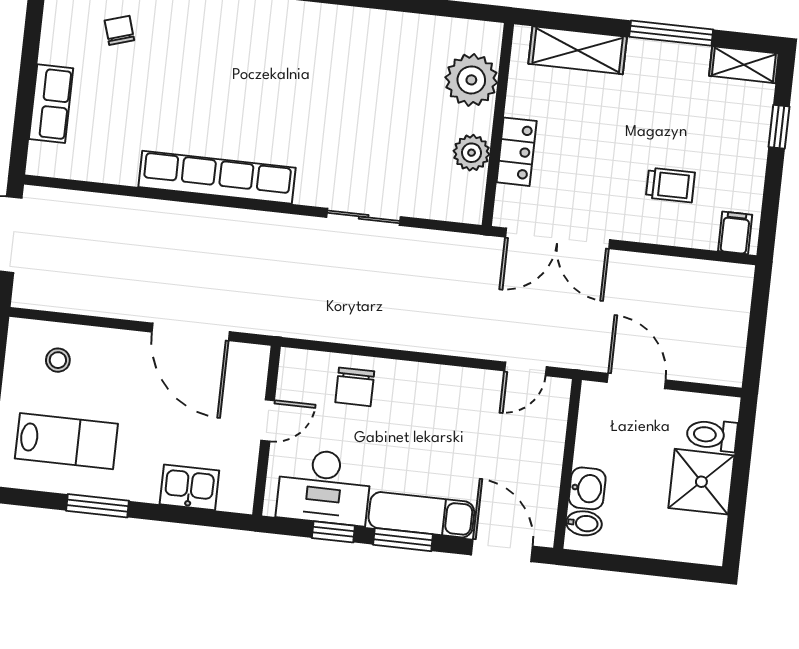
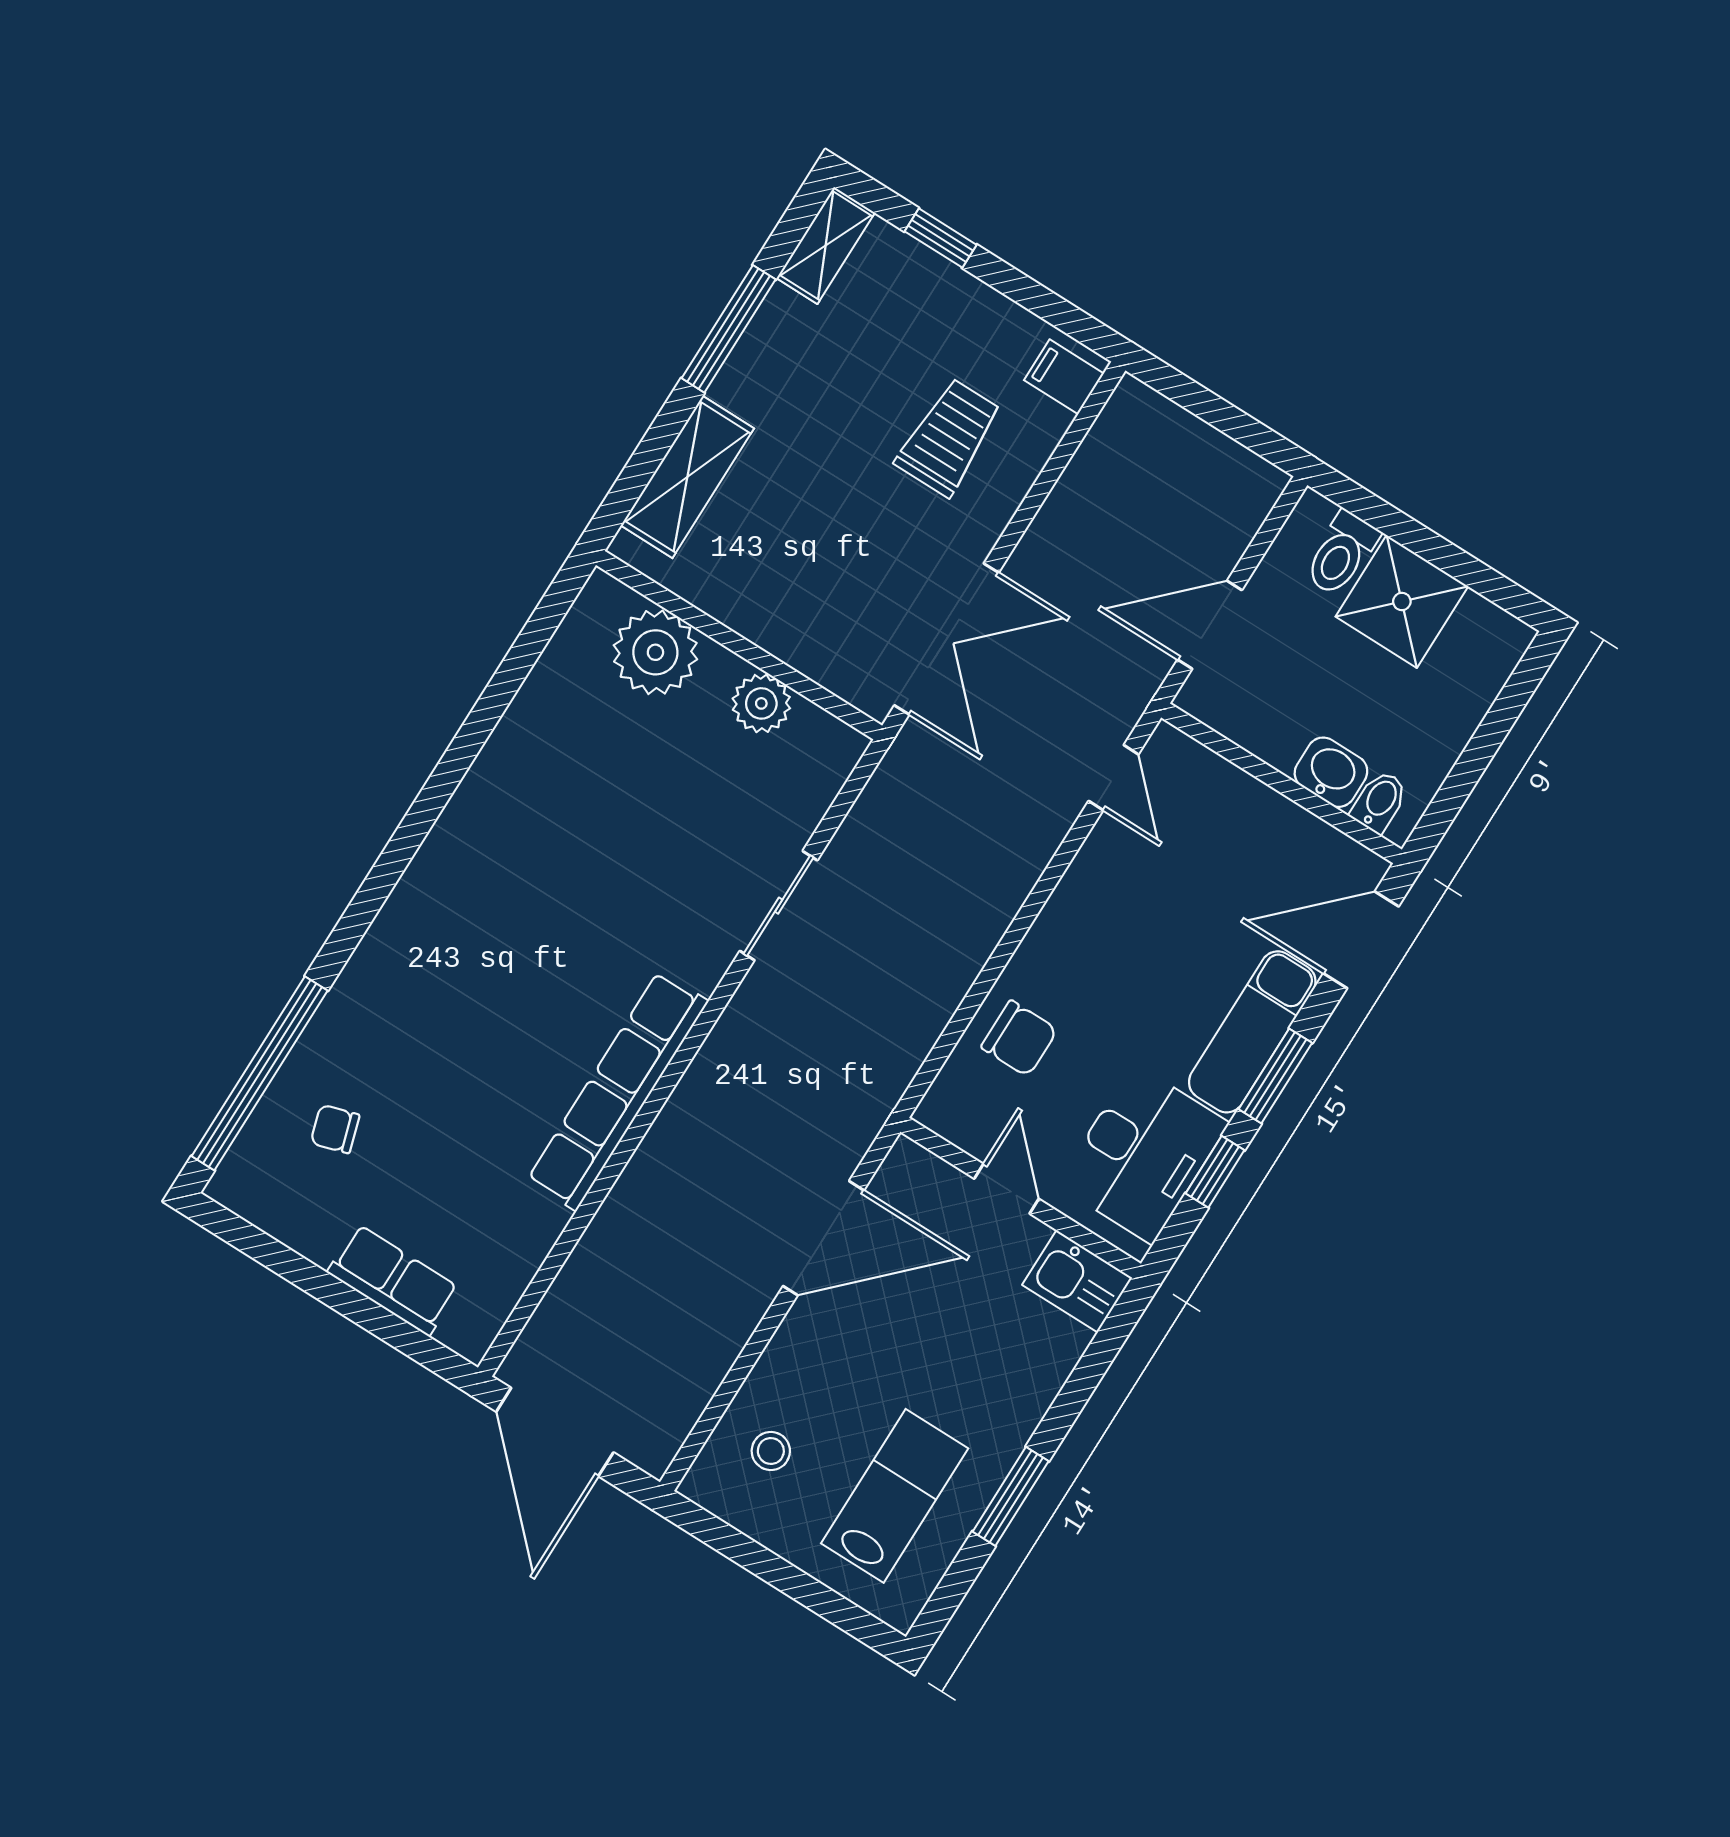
locker: (517, 152) -> (792, 637), removed
trolley: (670, 185) -> (949, 437), width x1.36, depth x1.39
kitchen sink: (189, 487) -> (1077, 1281), moved, turned -90

